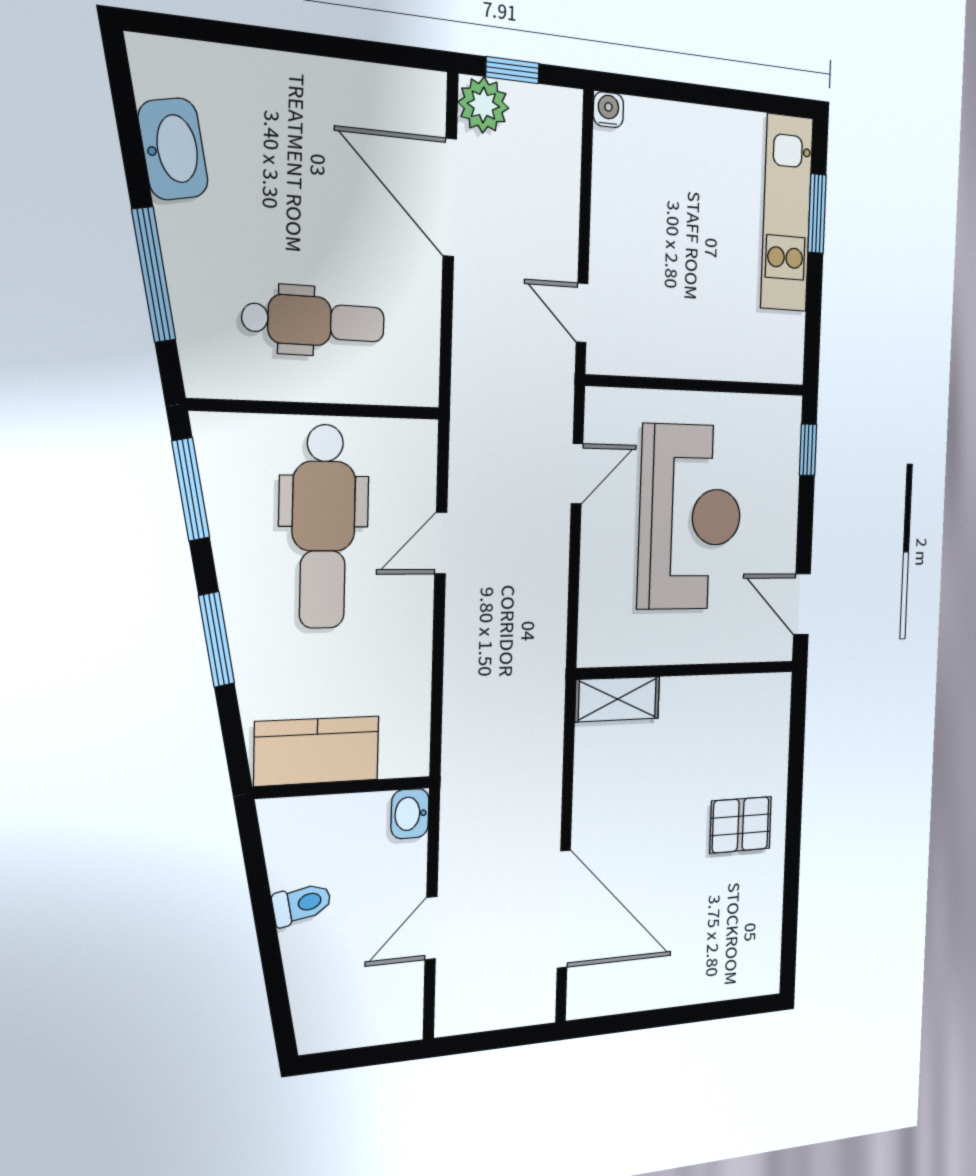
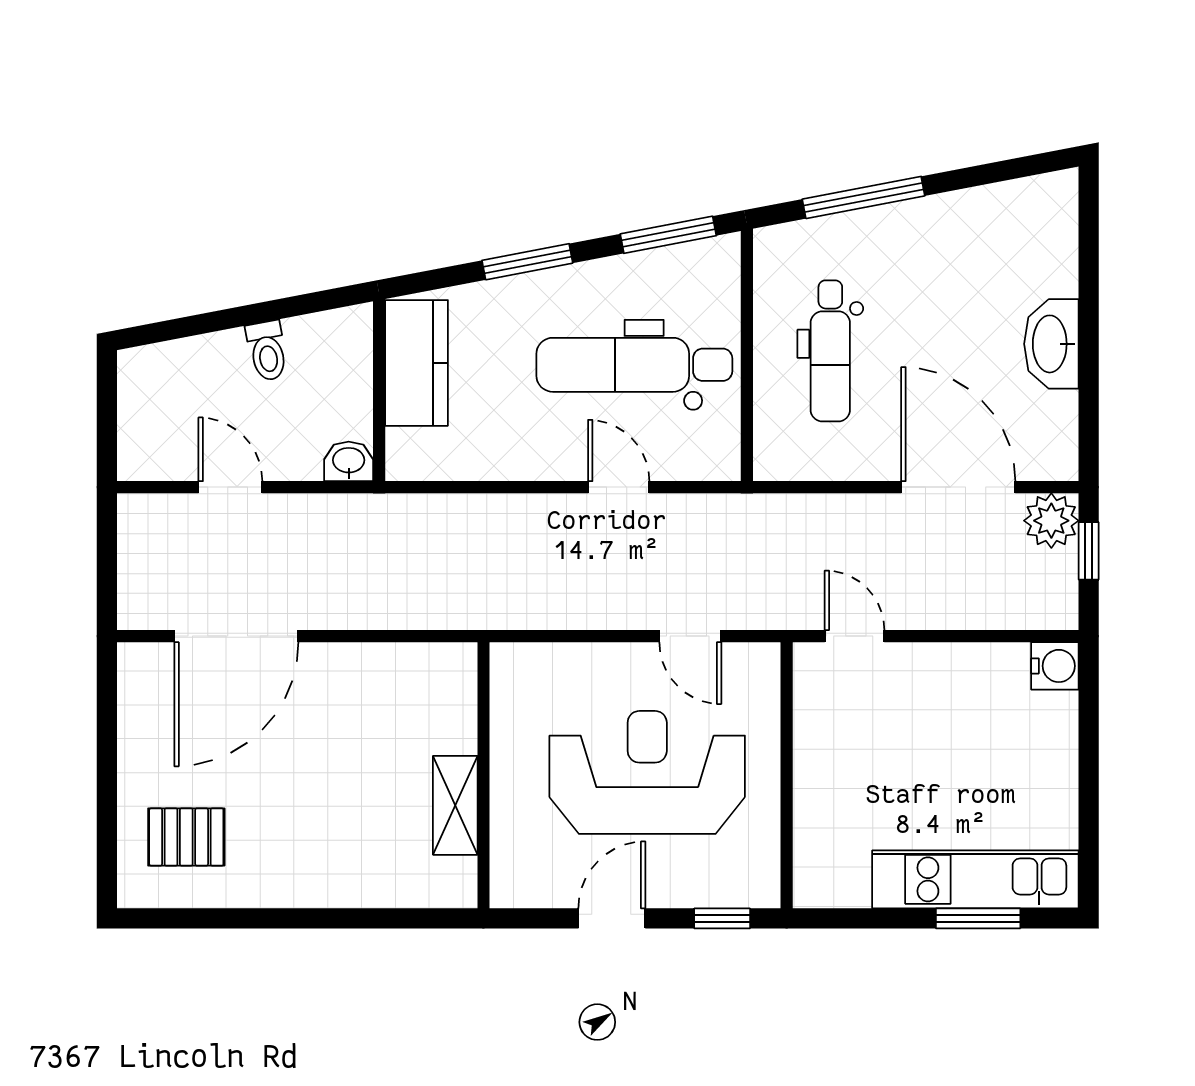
water cooler: (608, 110) -> (1055, 666), width x1.38, depth x1.38
washbasin: (173, 149) -> (1051, 344), moved, turned 101
door: (450, 197) -> (958, 487), hinge flipped
door: (582, 313) -> (855, 636), hinge flipped
reception desk: (690, 517) -> (647, 772), turned 180
door: (802, 604) -> (612, 918), moved
shelving: (617, 699) -> (455, 805), moved
pallet: (741, 825) -> (186, 837), moved, turned 90

